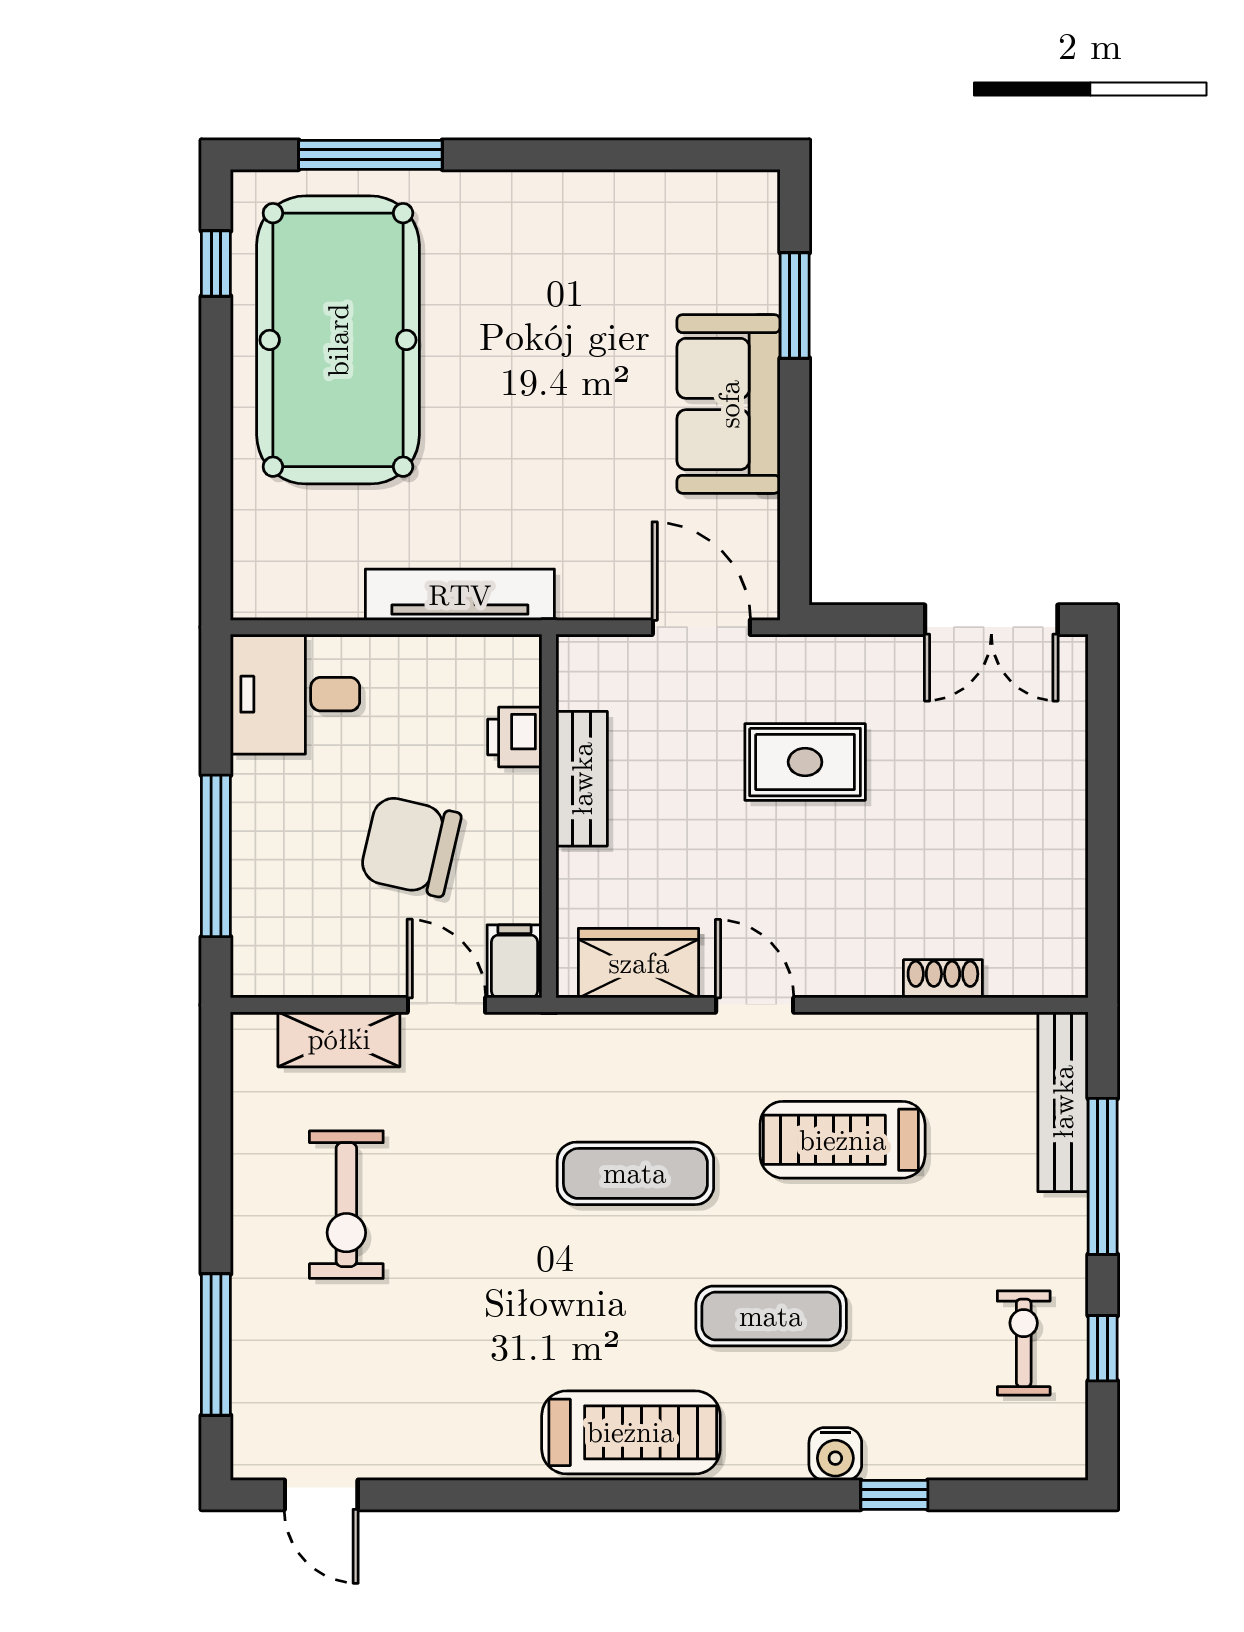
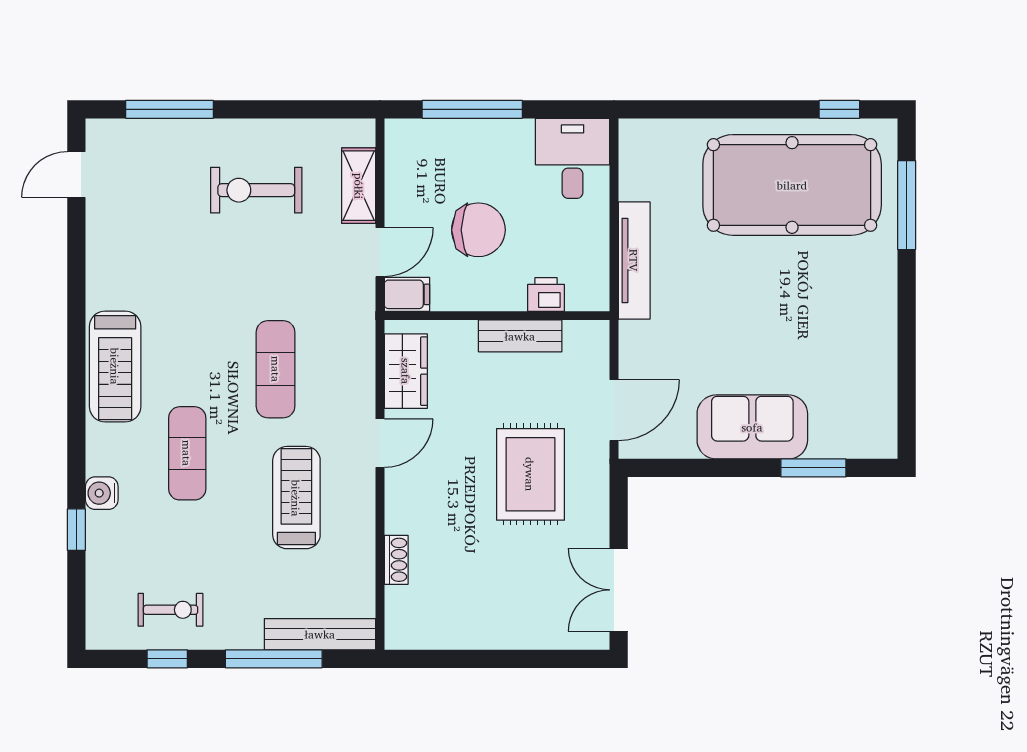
rug: (805, 762) -> (530, 474), width x1.36, depth x1.43
chair: (410, 846) -> (478, 230), turned 77

